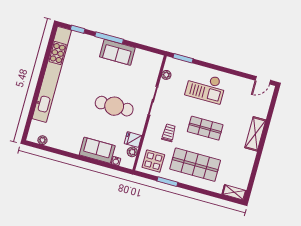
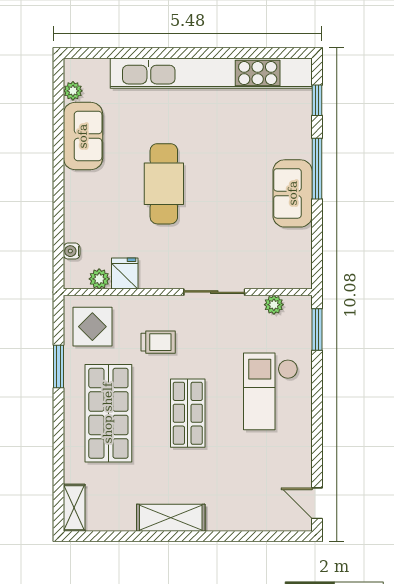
cafe table: (114, 106) -> (164, 184), moved
shelving: (255, 134) -> (171, 518), moved
sofa: (97, 150) -> (83, 136), moved

